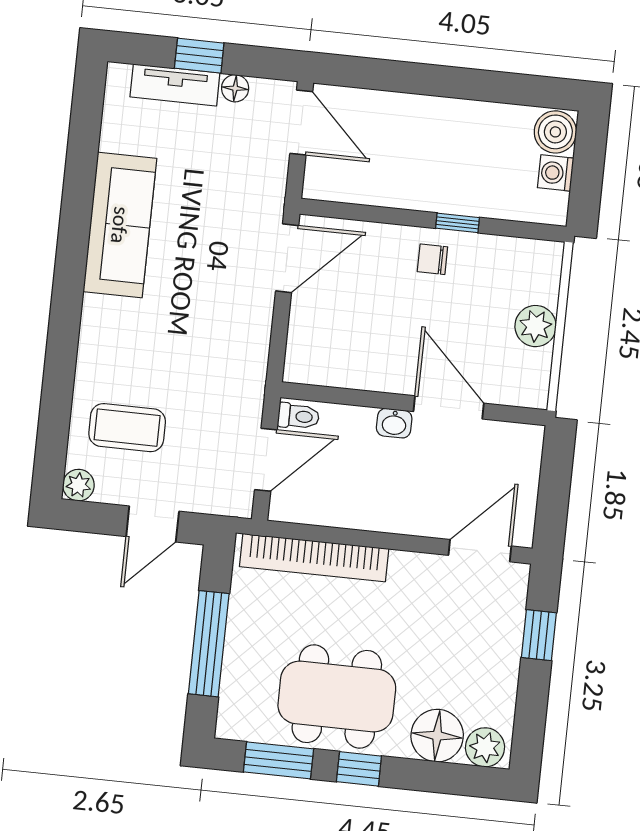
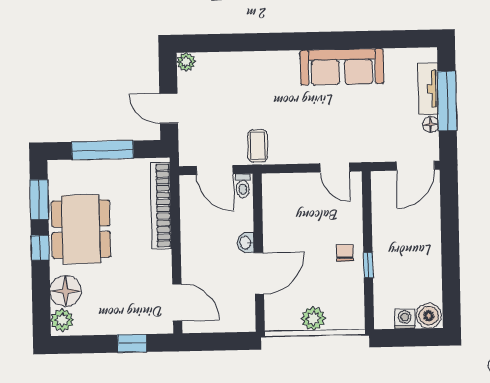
window: (199, 56) -> (447, 101), width x2.17
door: (287, 258) -> (335, 167), width x0.73
coffee table: (127, 428) -> (258, 146), moved, width x0.73, depth x0.77

